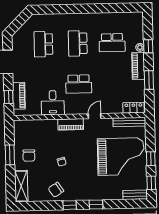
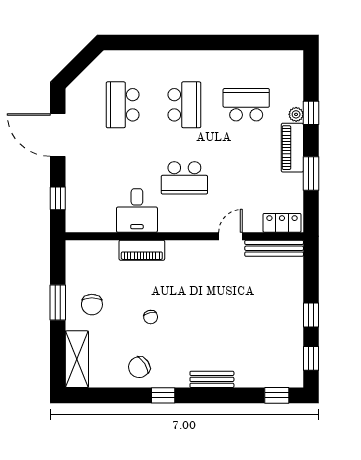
school desk: (78, 43) -> (184, 105), turned 180
school desk: (112, 43) -> (246, 105), turned 180
piano: (19, 96) -> (76, 197), removed
door: (95, 116) -> (230, 236), moved
piano: (71, 124) -> (142, 250), moved
grand piano: (121, 157) -> (257, 310), removed
bench: (135, 195) -> (212, 379), moved
window: (96, 205) -> (277, 395), moved

